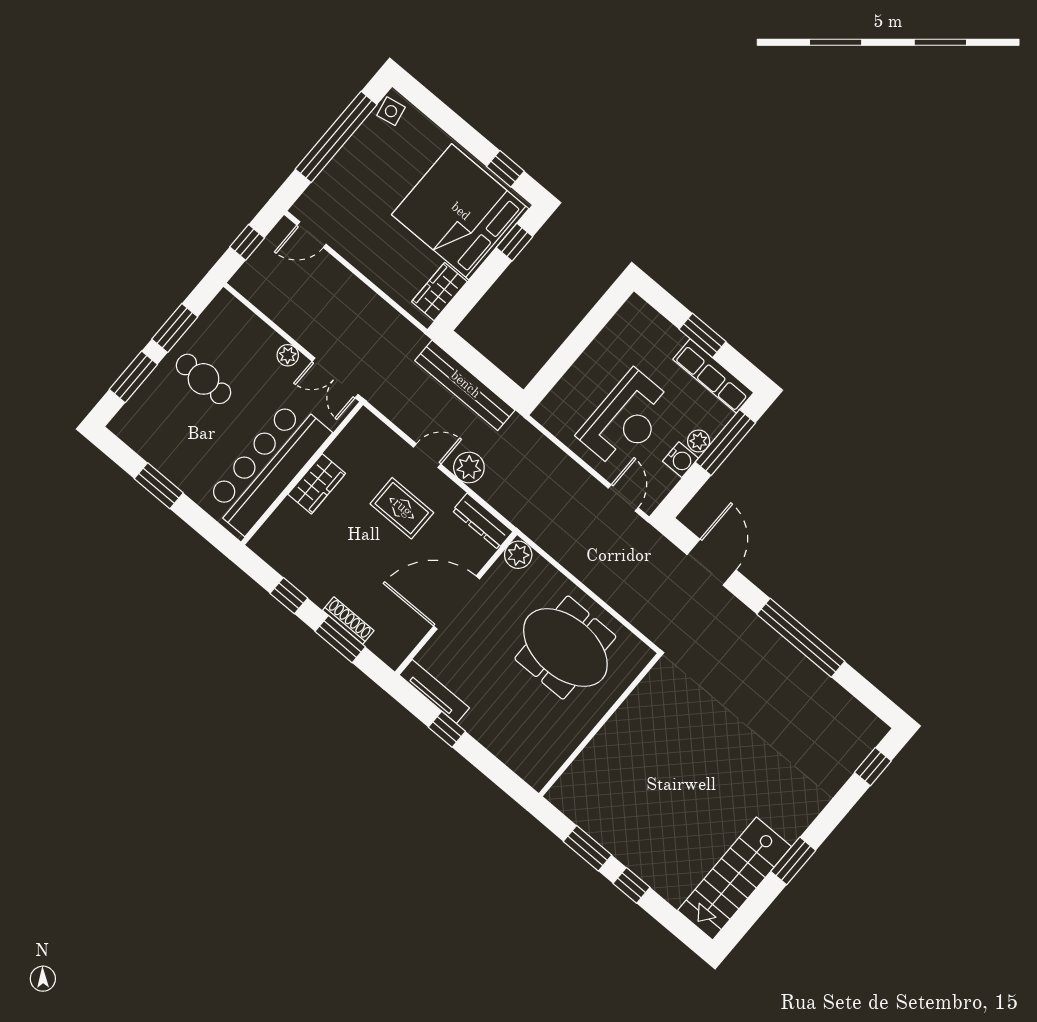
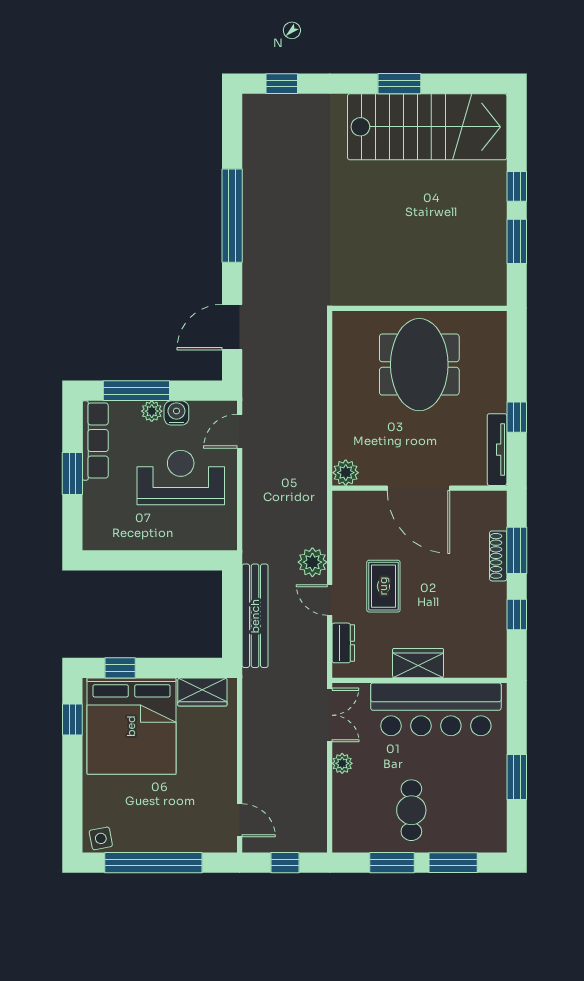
dresser: (482, 521) -> (343, 643), moved, width x0.70
meeting table: (565, 648) -> (419, 365), moved
stairs: (734, 879) -> (427, 127), width x1.36, depth x1.51

